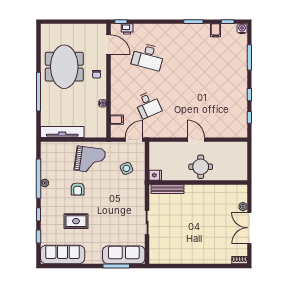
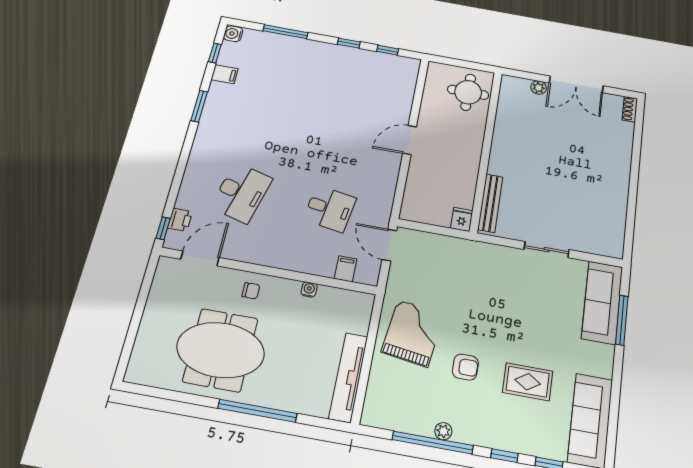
desk: (148, 105) -> (330, 209), turned 33
round table: (201, 167) -> (468, 92), moved
side table: (126, 168) -> (441, 268), removed
rug: (76, 221) -> (528, 382), turned 90

